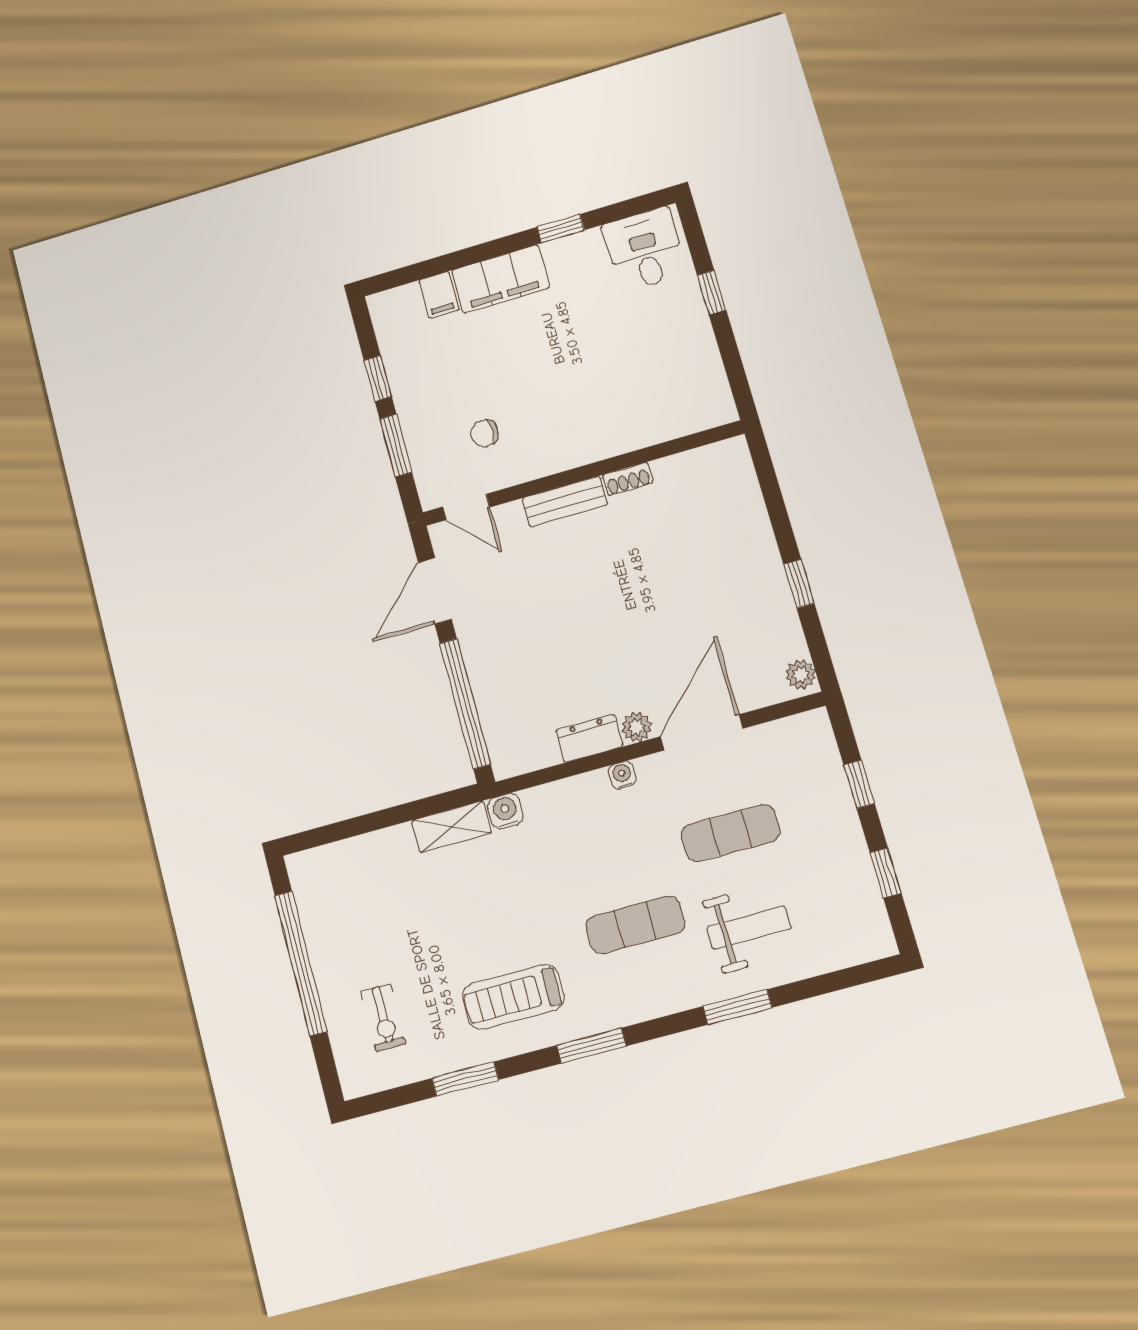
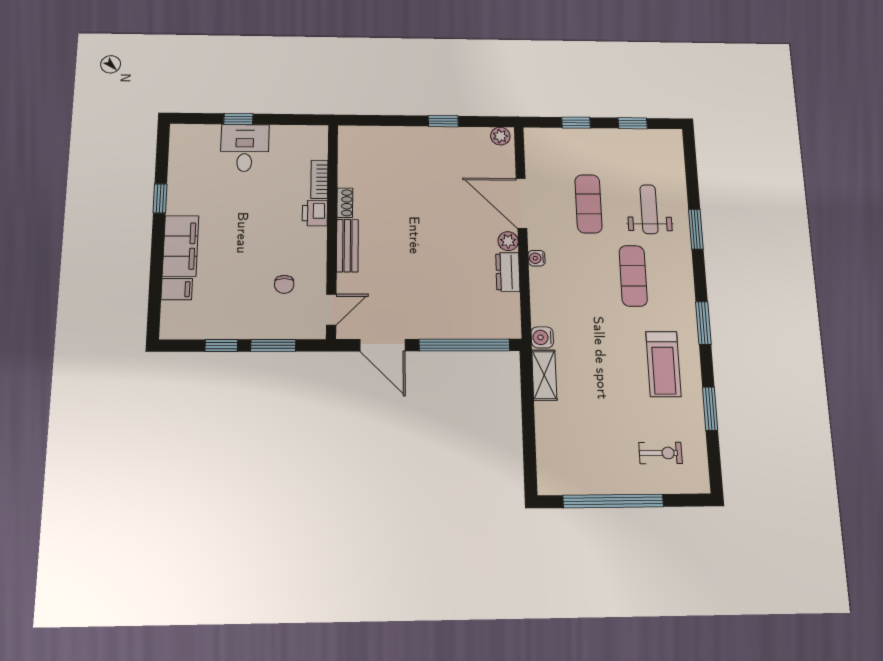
desk: (645, 250) -> (245, 148), moved, turned 90
bookcase: (653, 433) -> (319, 179), added
printer: (600, 443) -> (315, 213), added

